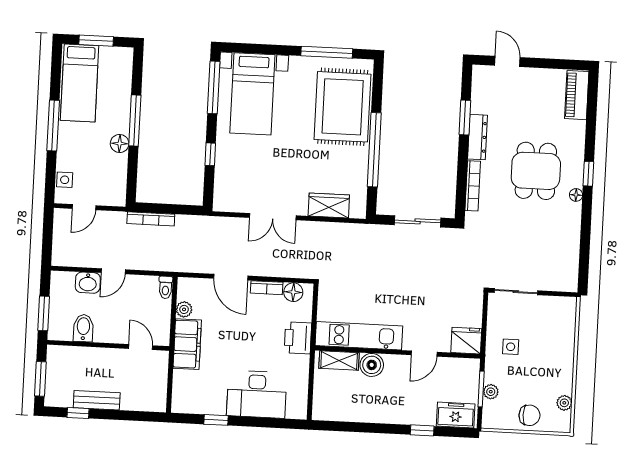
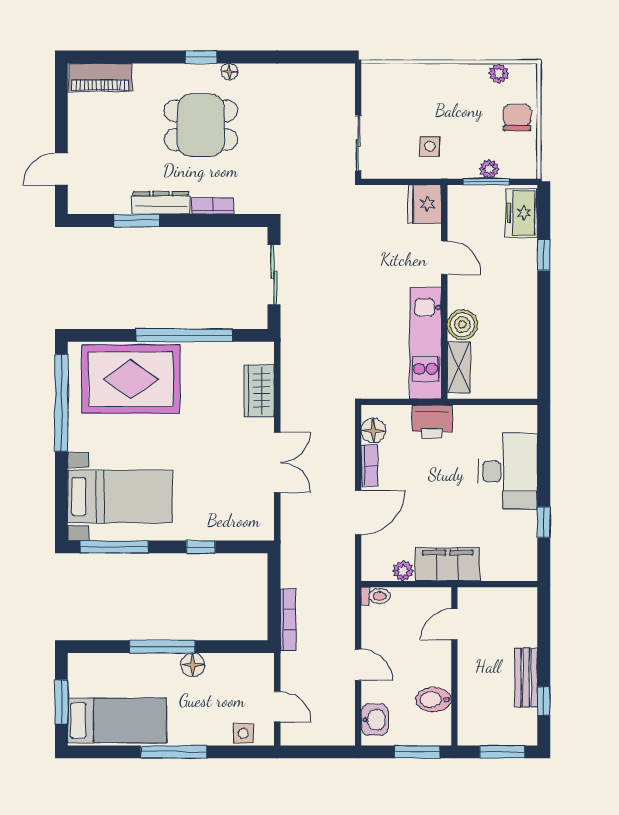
window: (327, 52) -> (61, 403), width x1.46
bookcase: (473, 186) -> (213, 206), width x0.64
washbasin: (88, 283) -> (375, 720), moved

